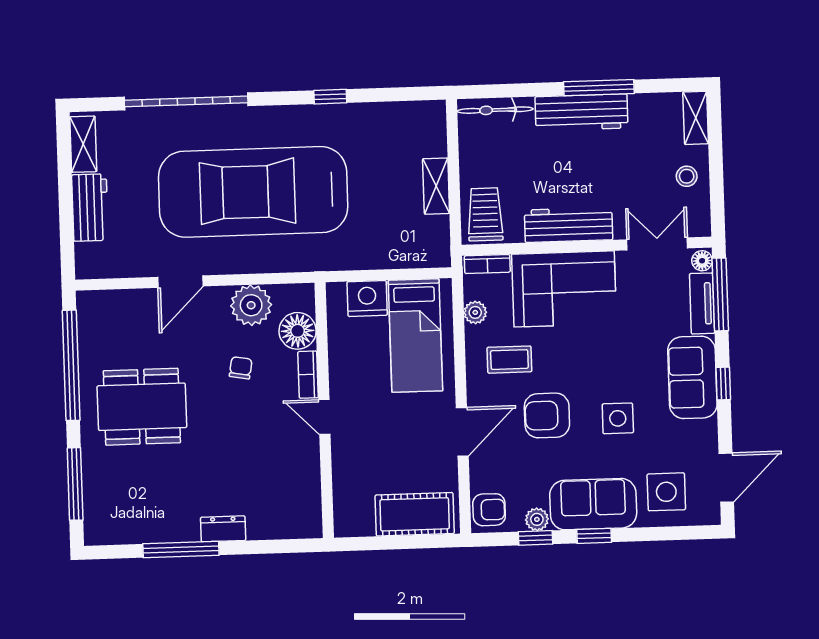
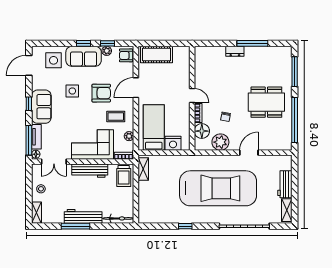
shelving: (436, 186) -> (143, 169), moved

